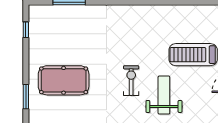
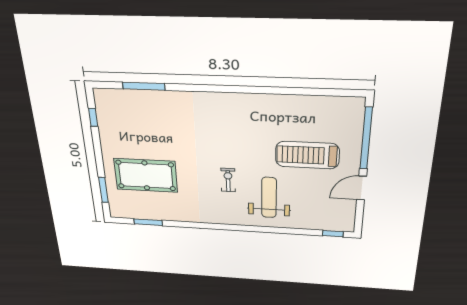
exercise bike: (131, 81) -> (228, 180), width x0.73, depth x0.72

